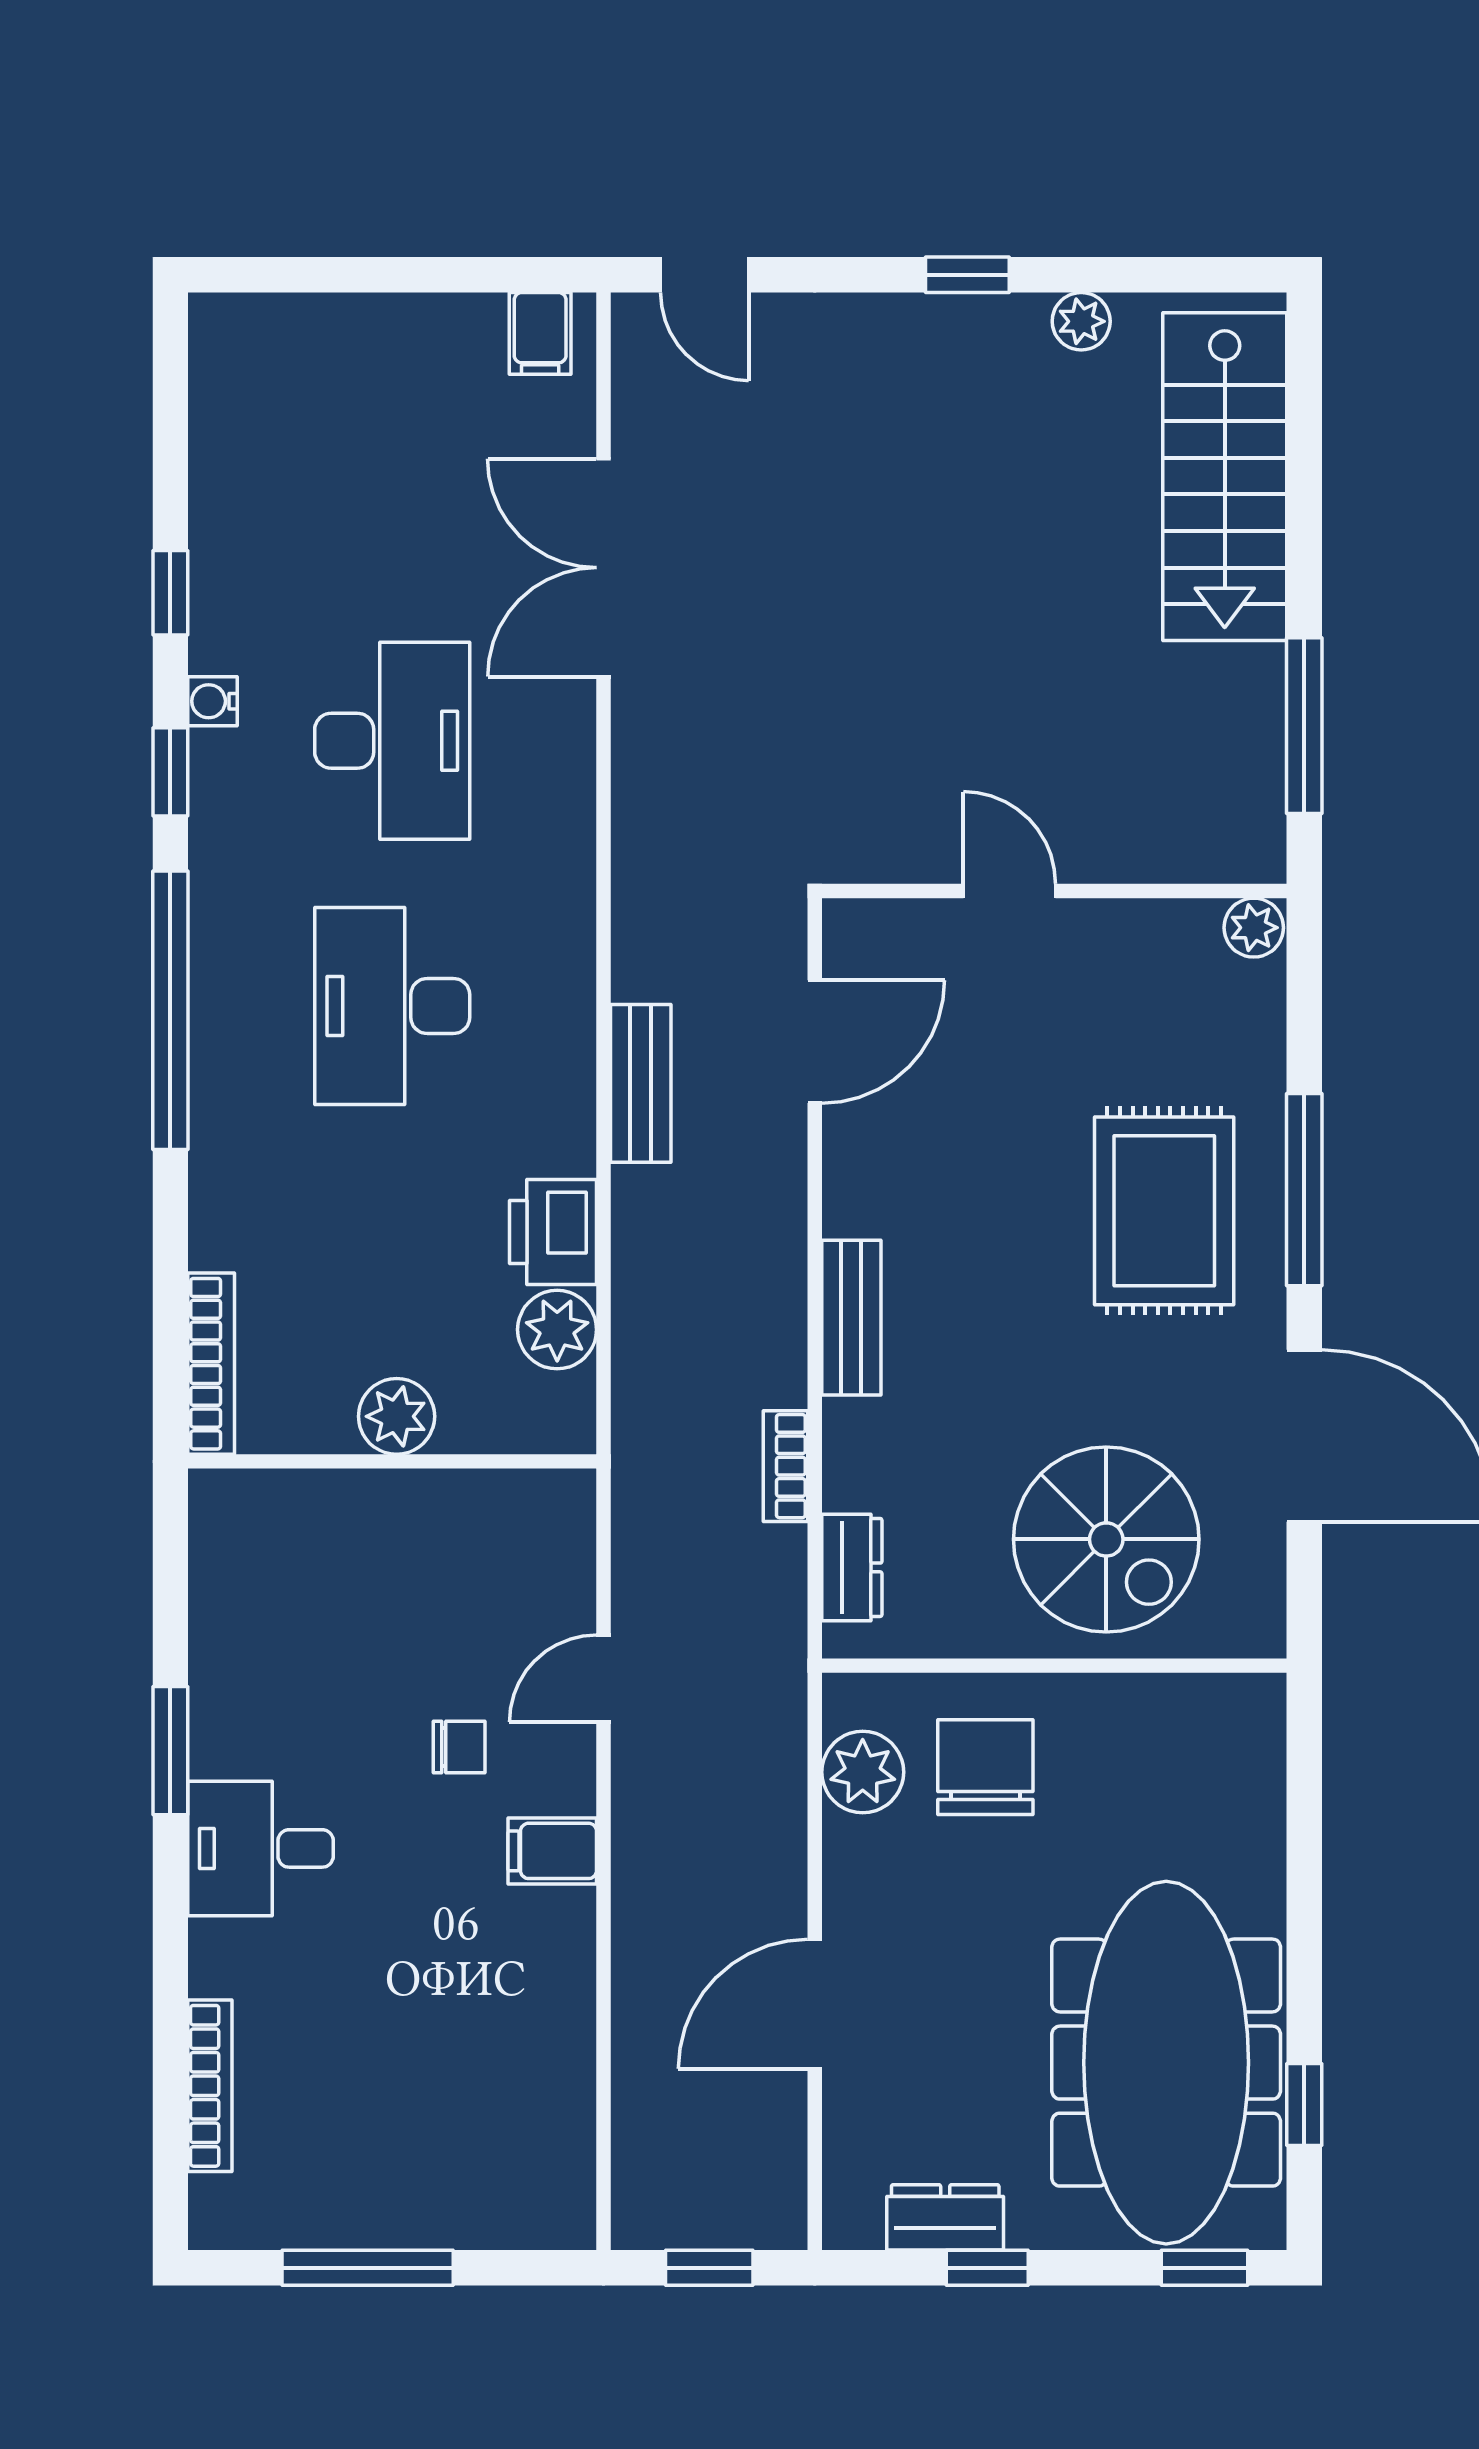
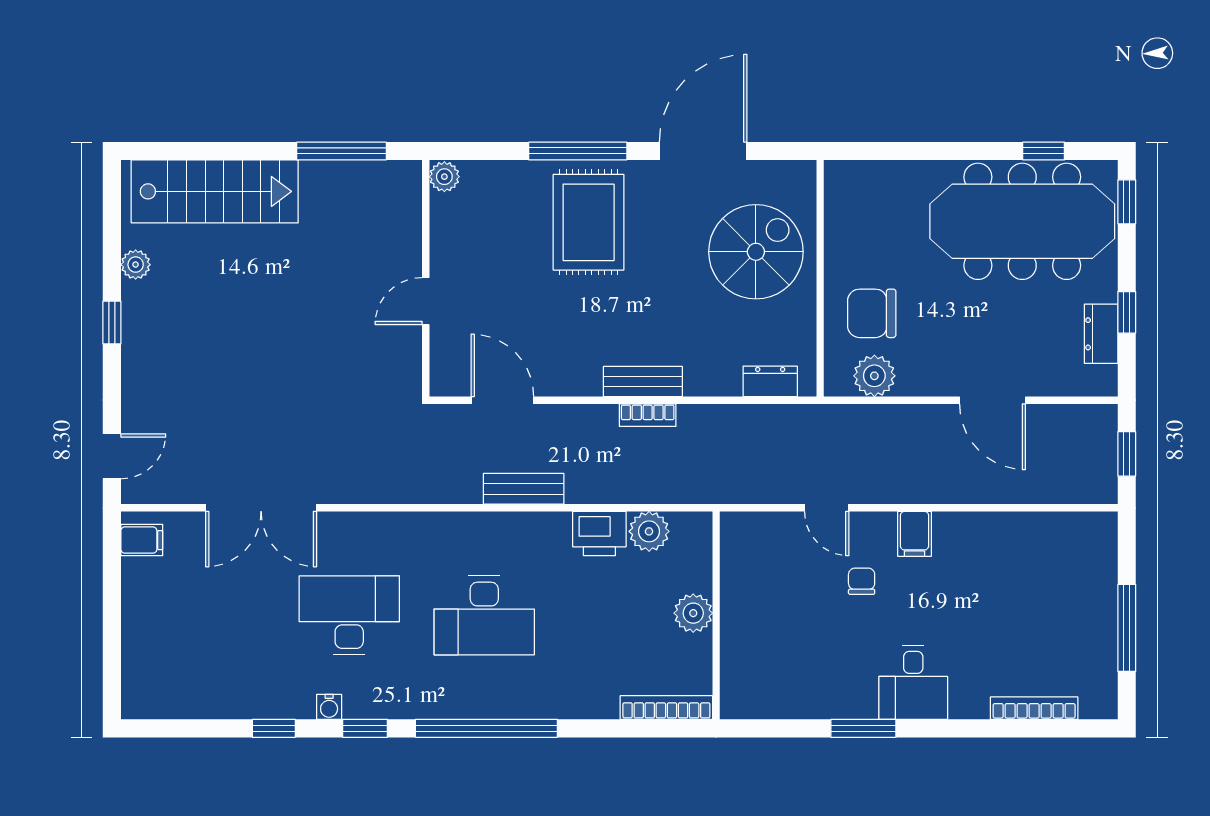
rug: (1164, 1211) -> (589, 222), turned 90
bookcase: (785, 1466) -> (648, 415), moved

